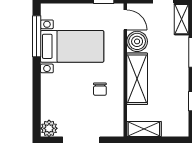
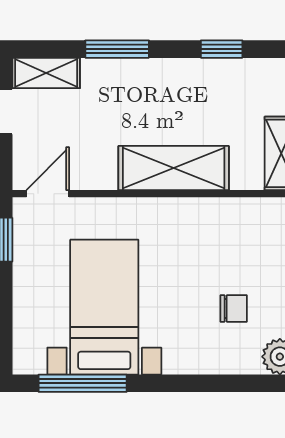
boiler: (137, 41) -> (94, 168), removed
chair: (100, 89) -> (234, 308), moved

